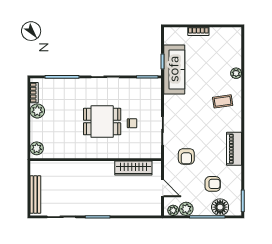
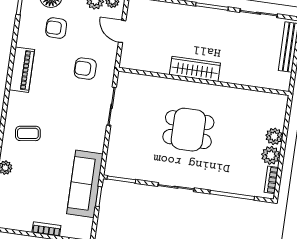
chair: (132, 123) -> (150, 122), removed
plant: (37, 148) -> (274, 136), moved
armchair: (186, 156) -> (85, 69), turned -90
wardrobe: (133, 168) -> (195, 69), moved

